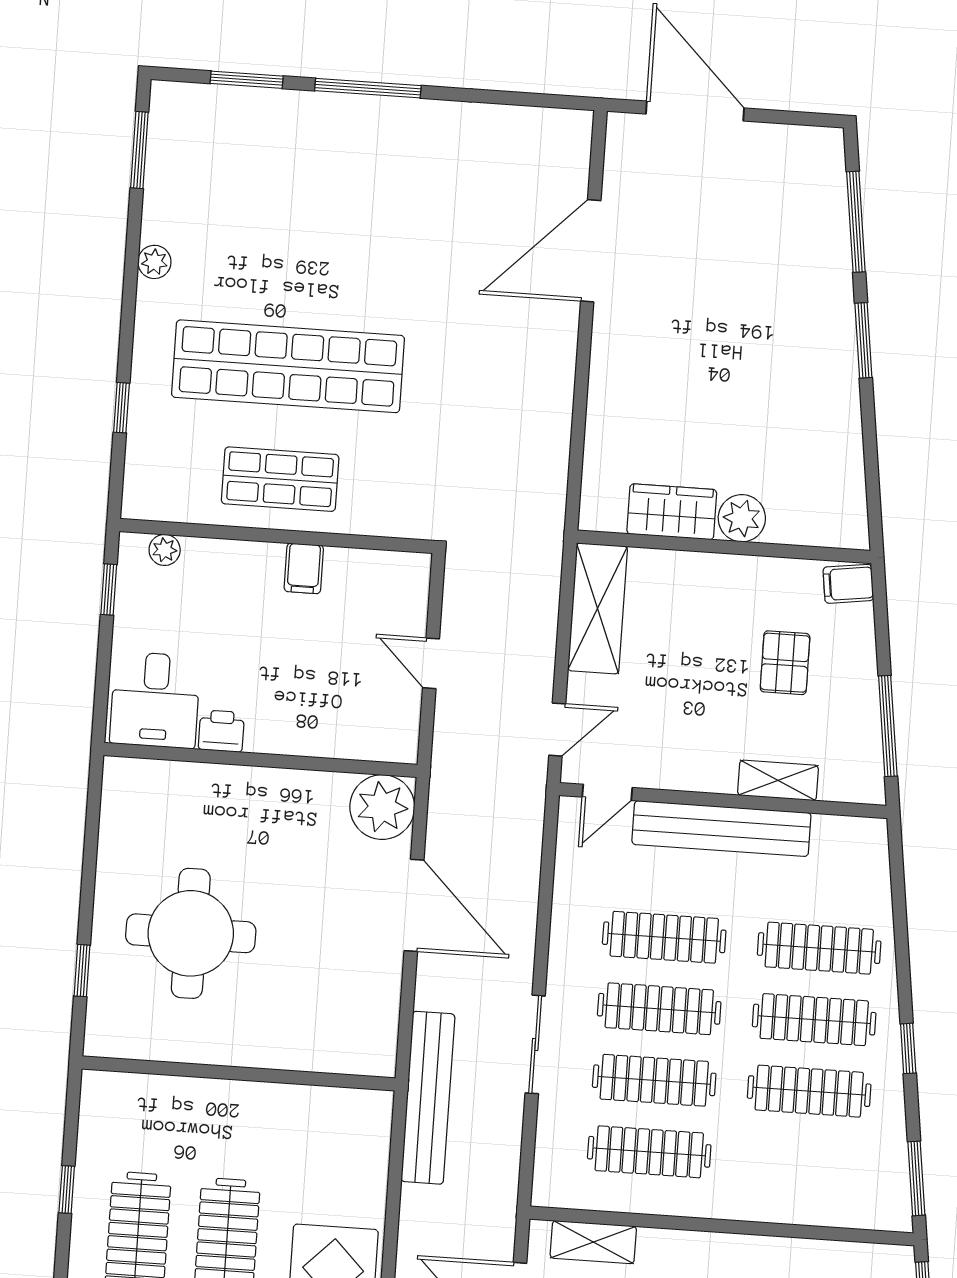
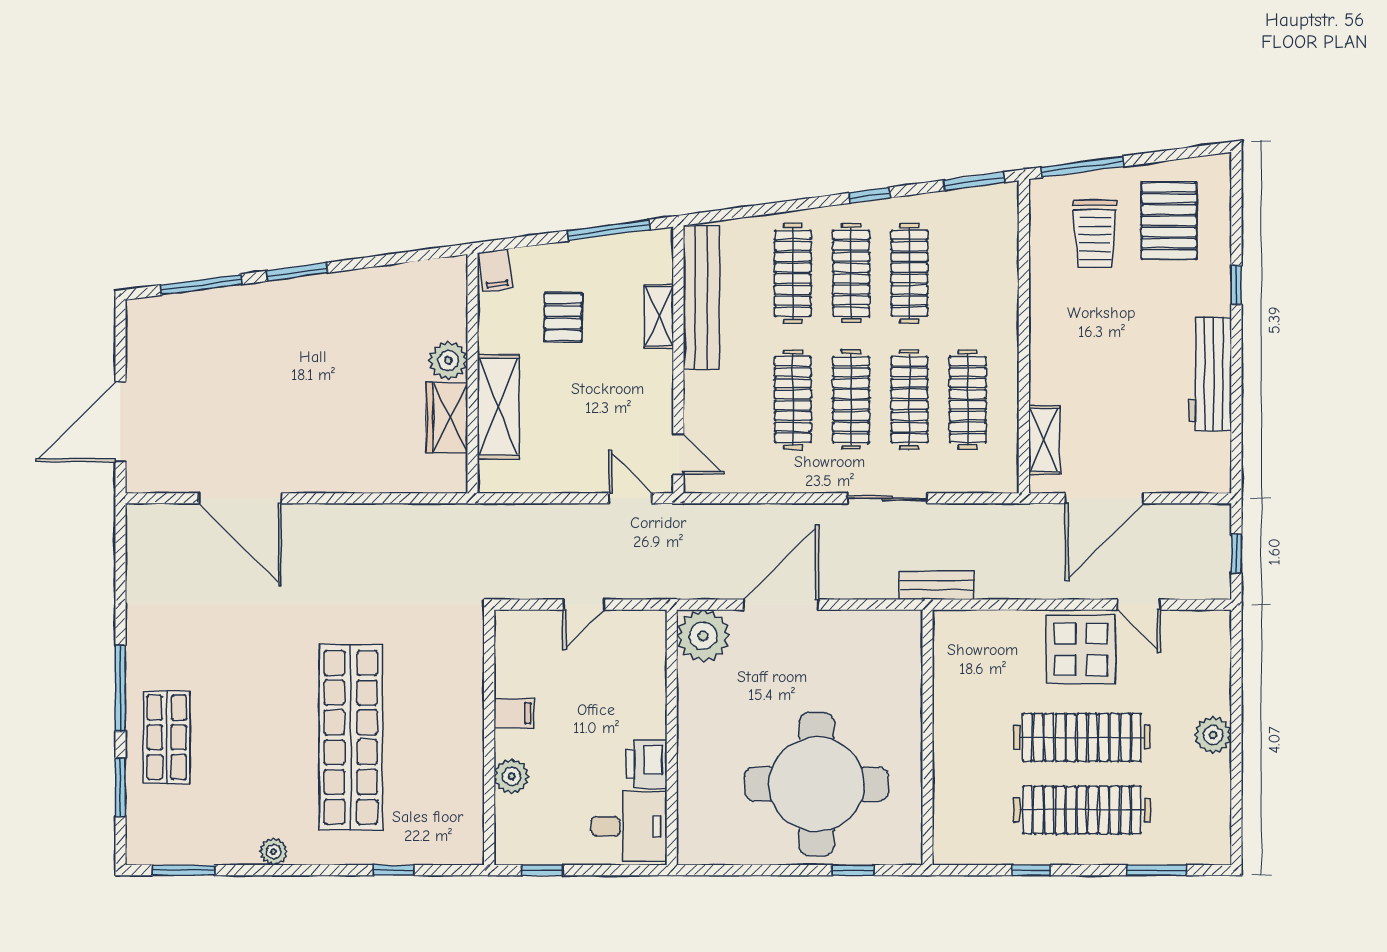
shop shelf: (280, 479) -> (167, 737), moved
plant: (165, 550) -> (512, 776), moved, width x1.38, depth x1.38
shelving: (598, 608) -> (498, 407), moved, turned 90
pallet: (785, 663) -> (563, 317), turned 90
printer: (221, 731) -> (647, 764), width x1.36, depth x1.24
bench: (721, 829) -> (701, 298), moved
round table: (191, 933) -> (816, 784), width x1.36, depth x1.36
bench: (428, 1098) -> (936, 585), width x0.54, depth x0.82

